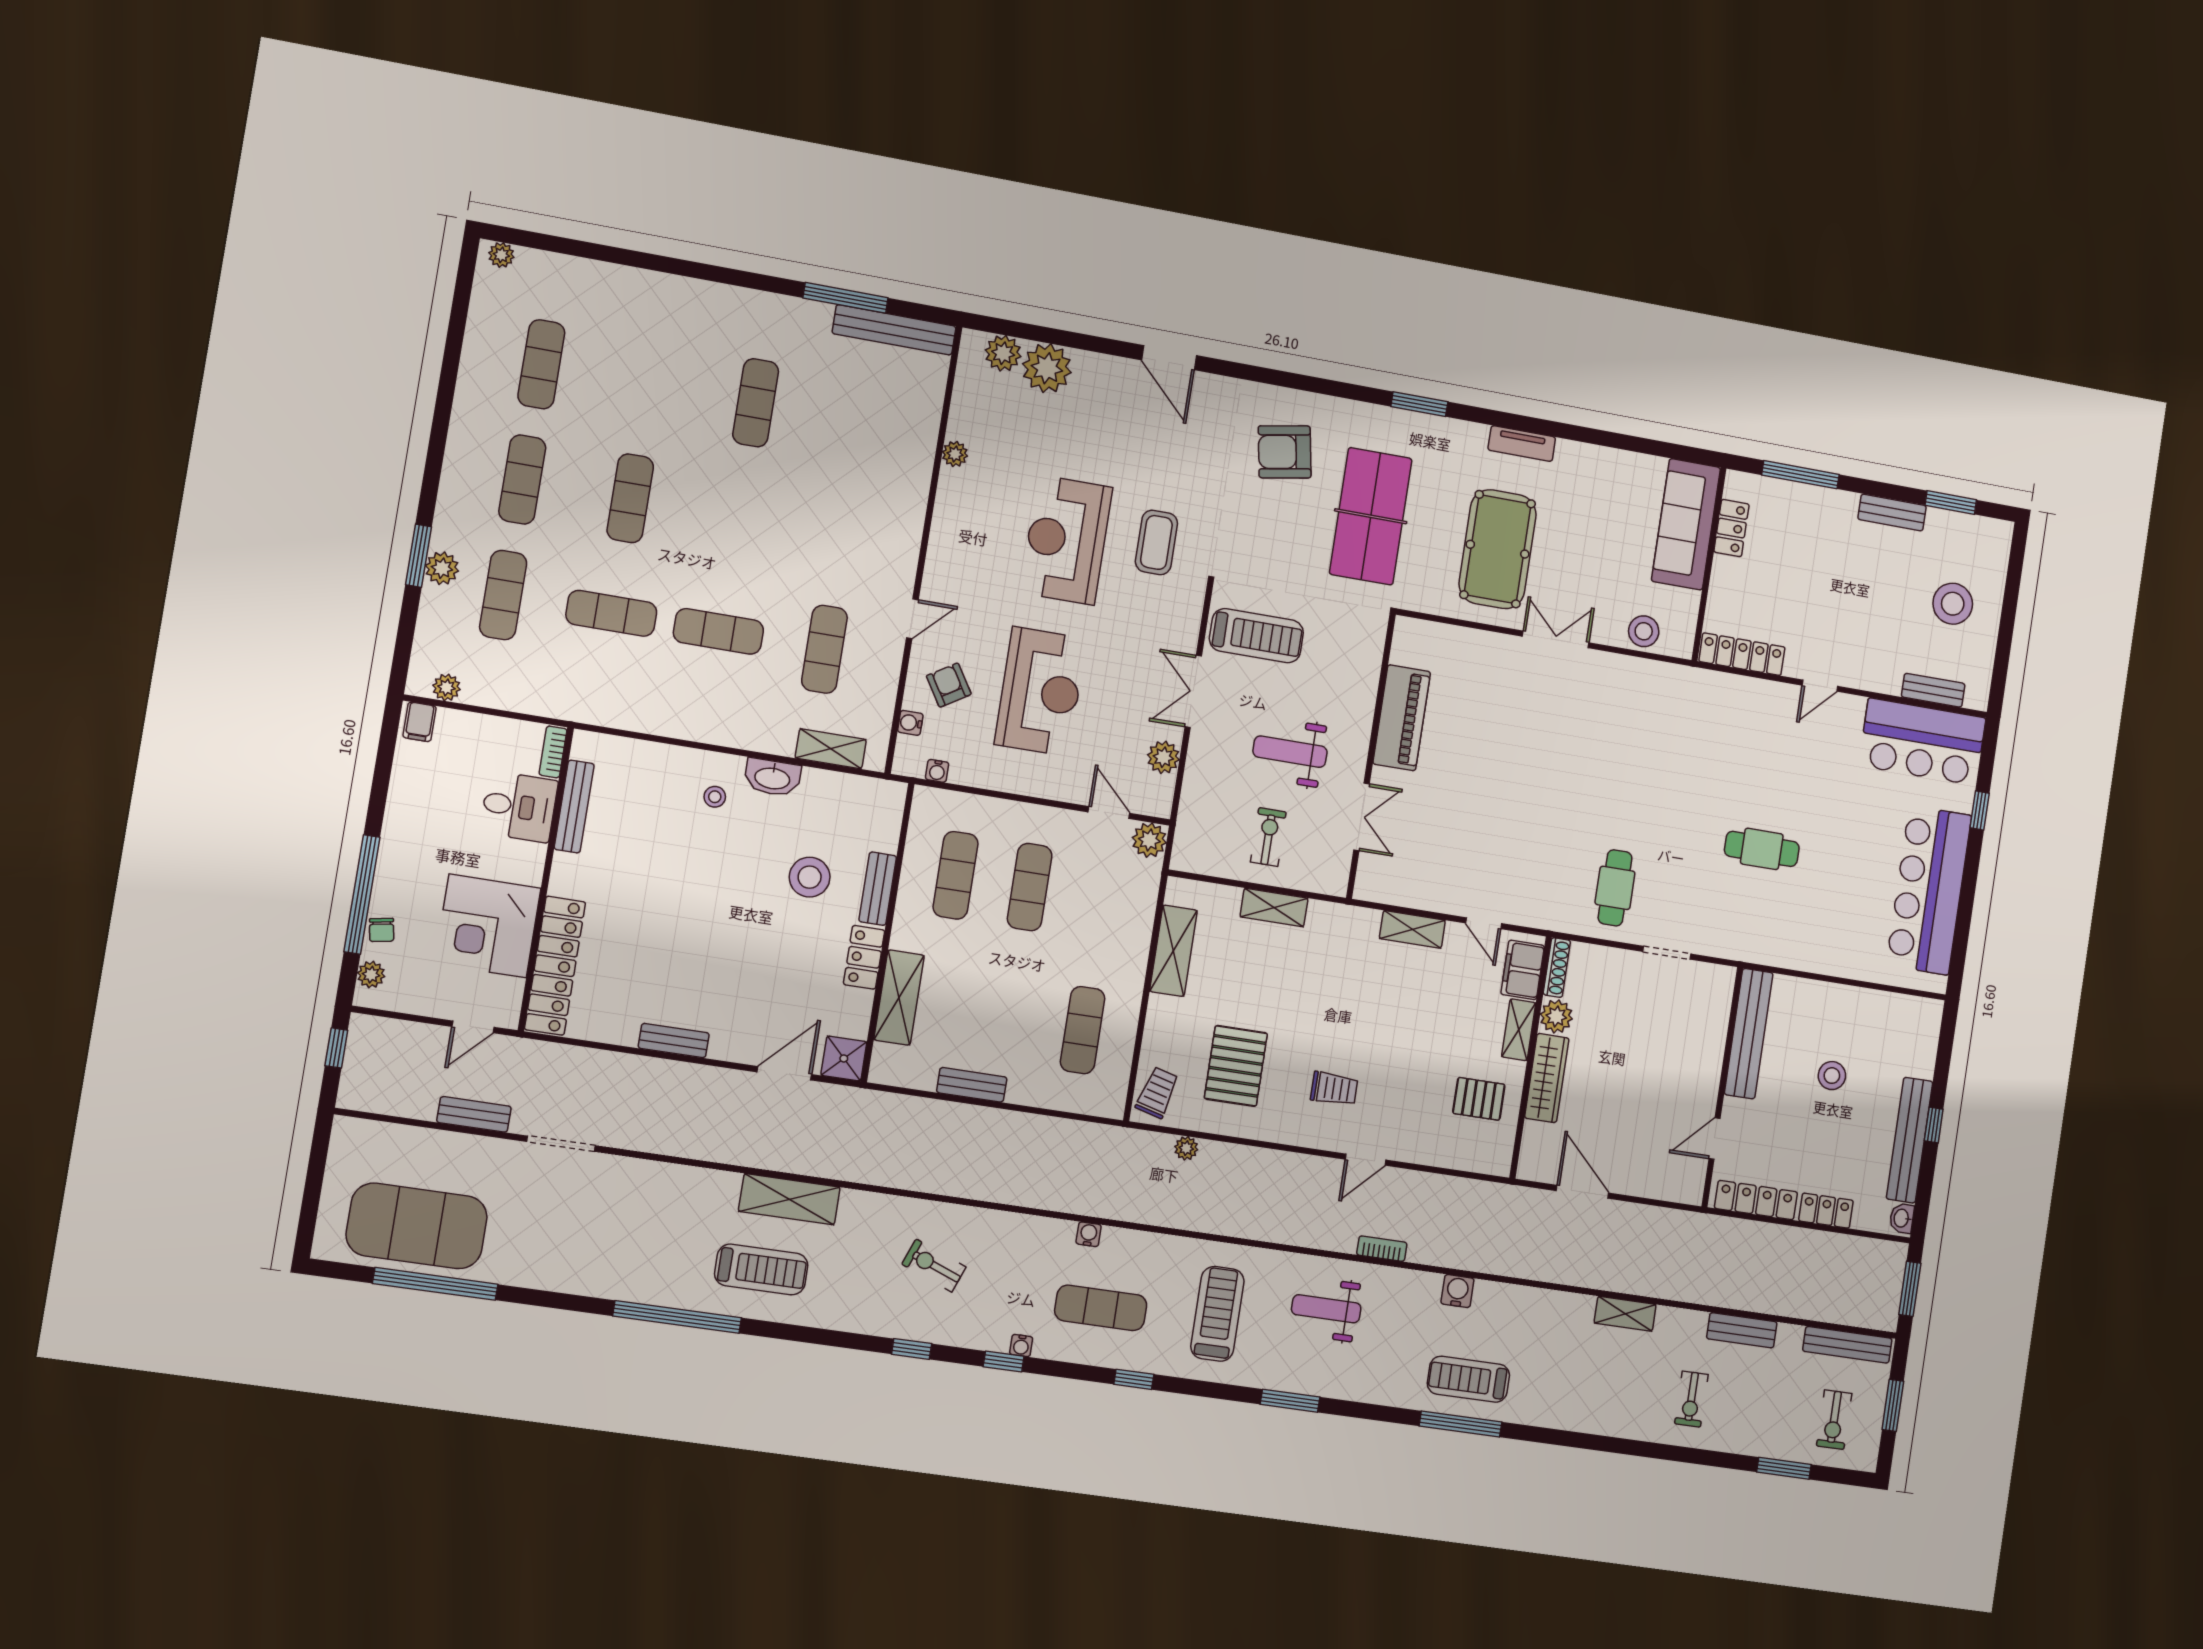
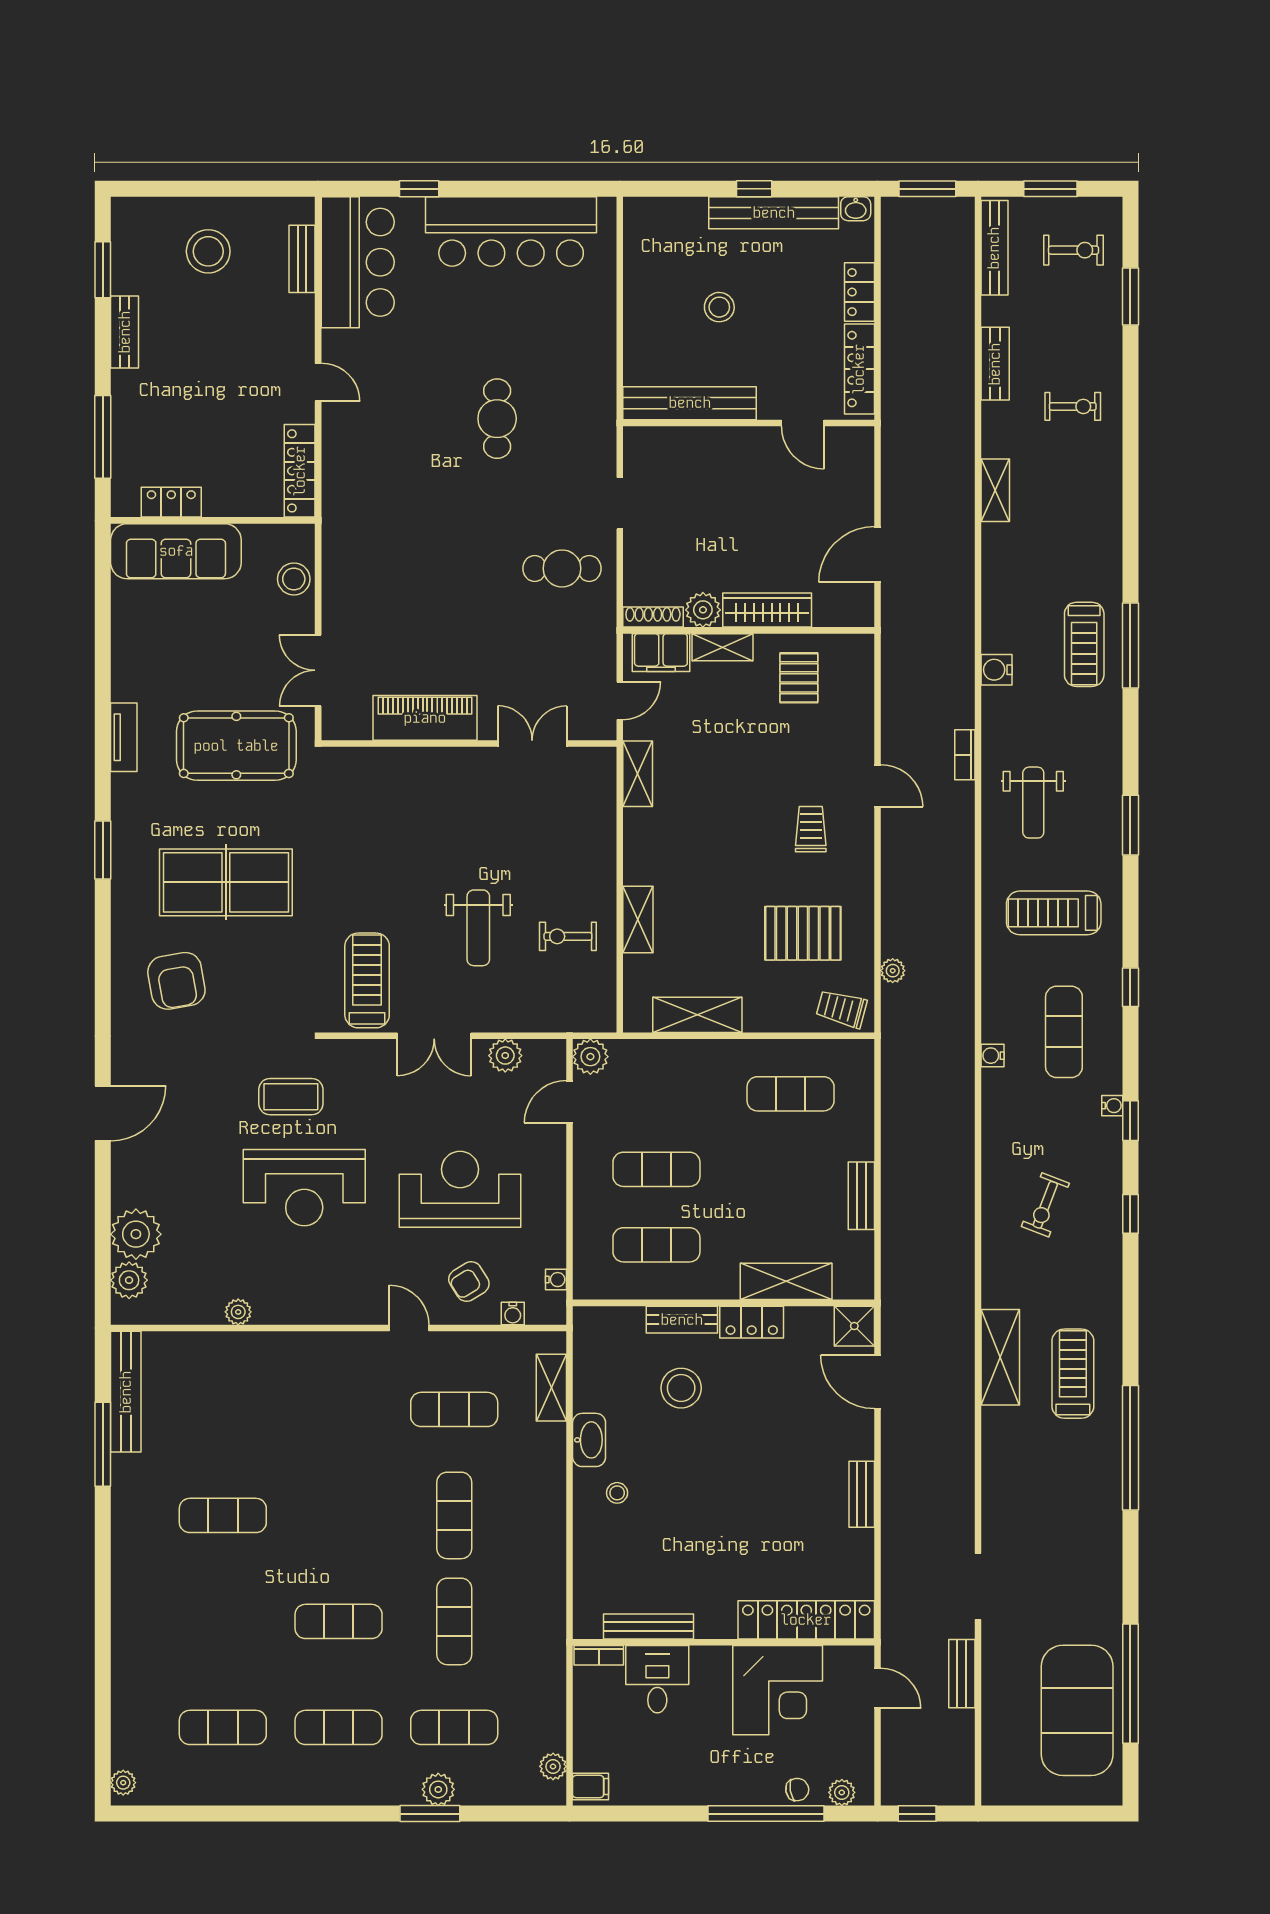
piano: (1402, 718) -> (425, 718), moved
wall: (1371, 756) -> (469, 744), moved
double door: (1361, 817) -> (532, 744), moved

